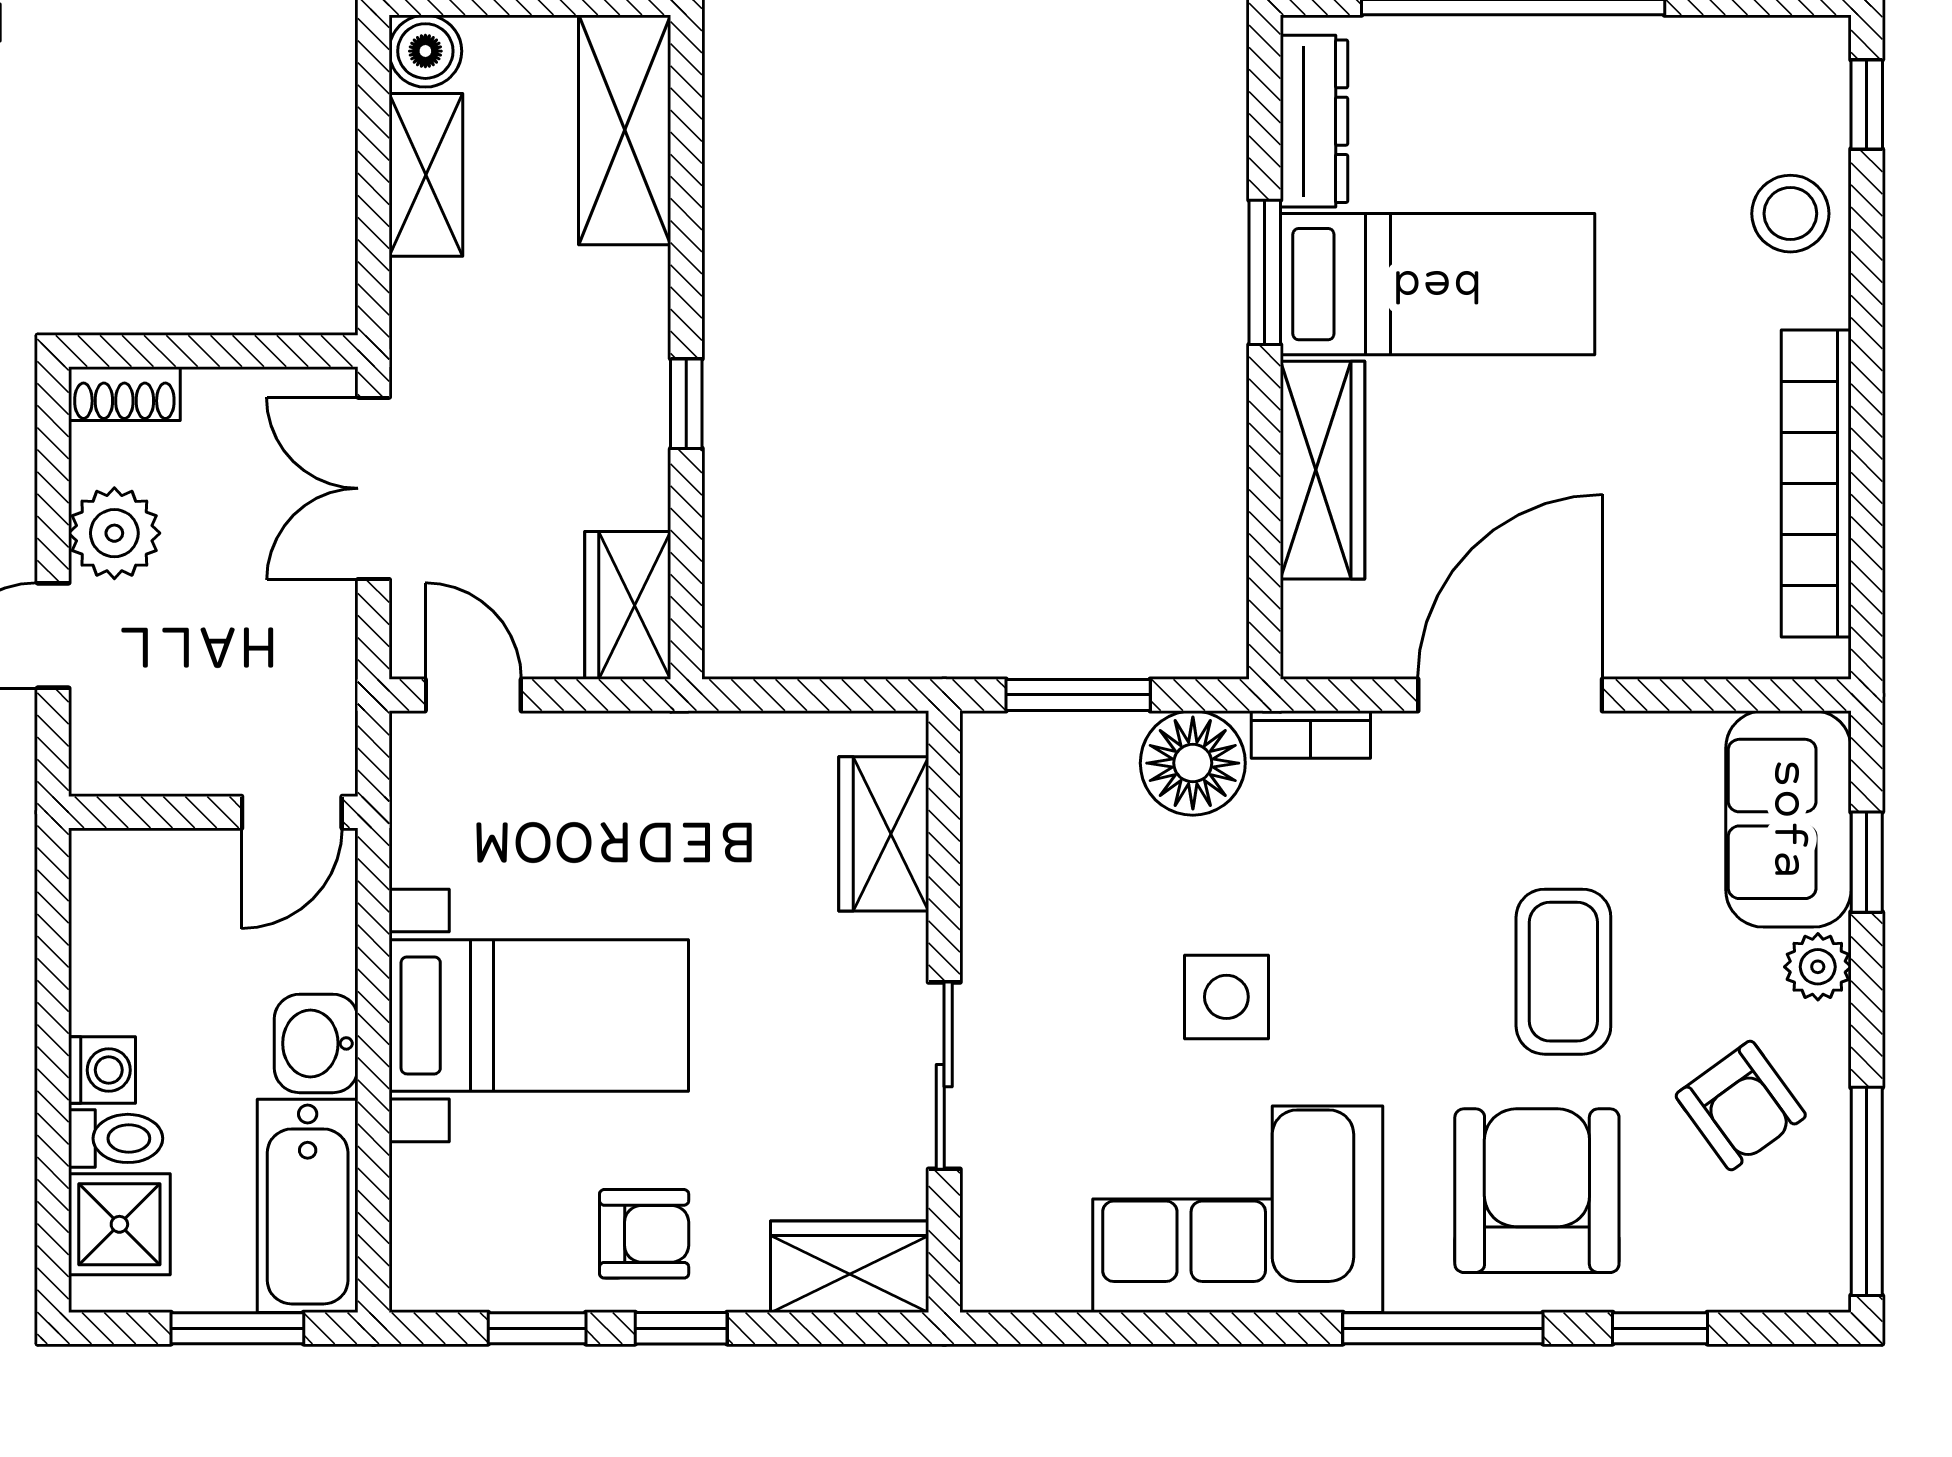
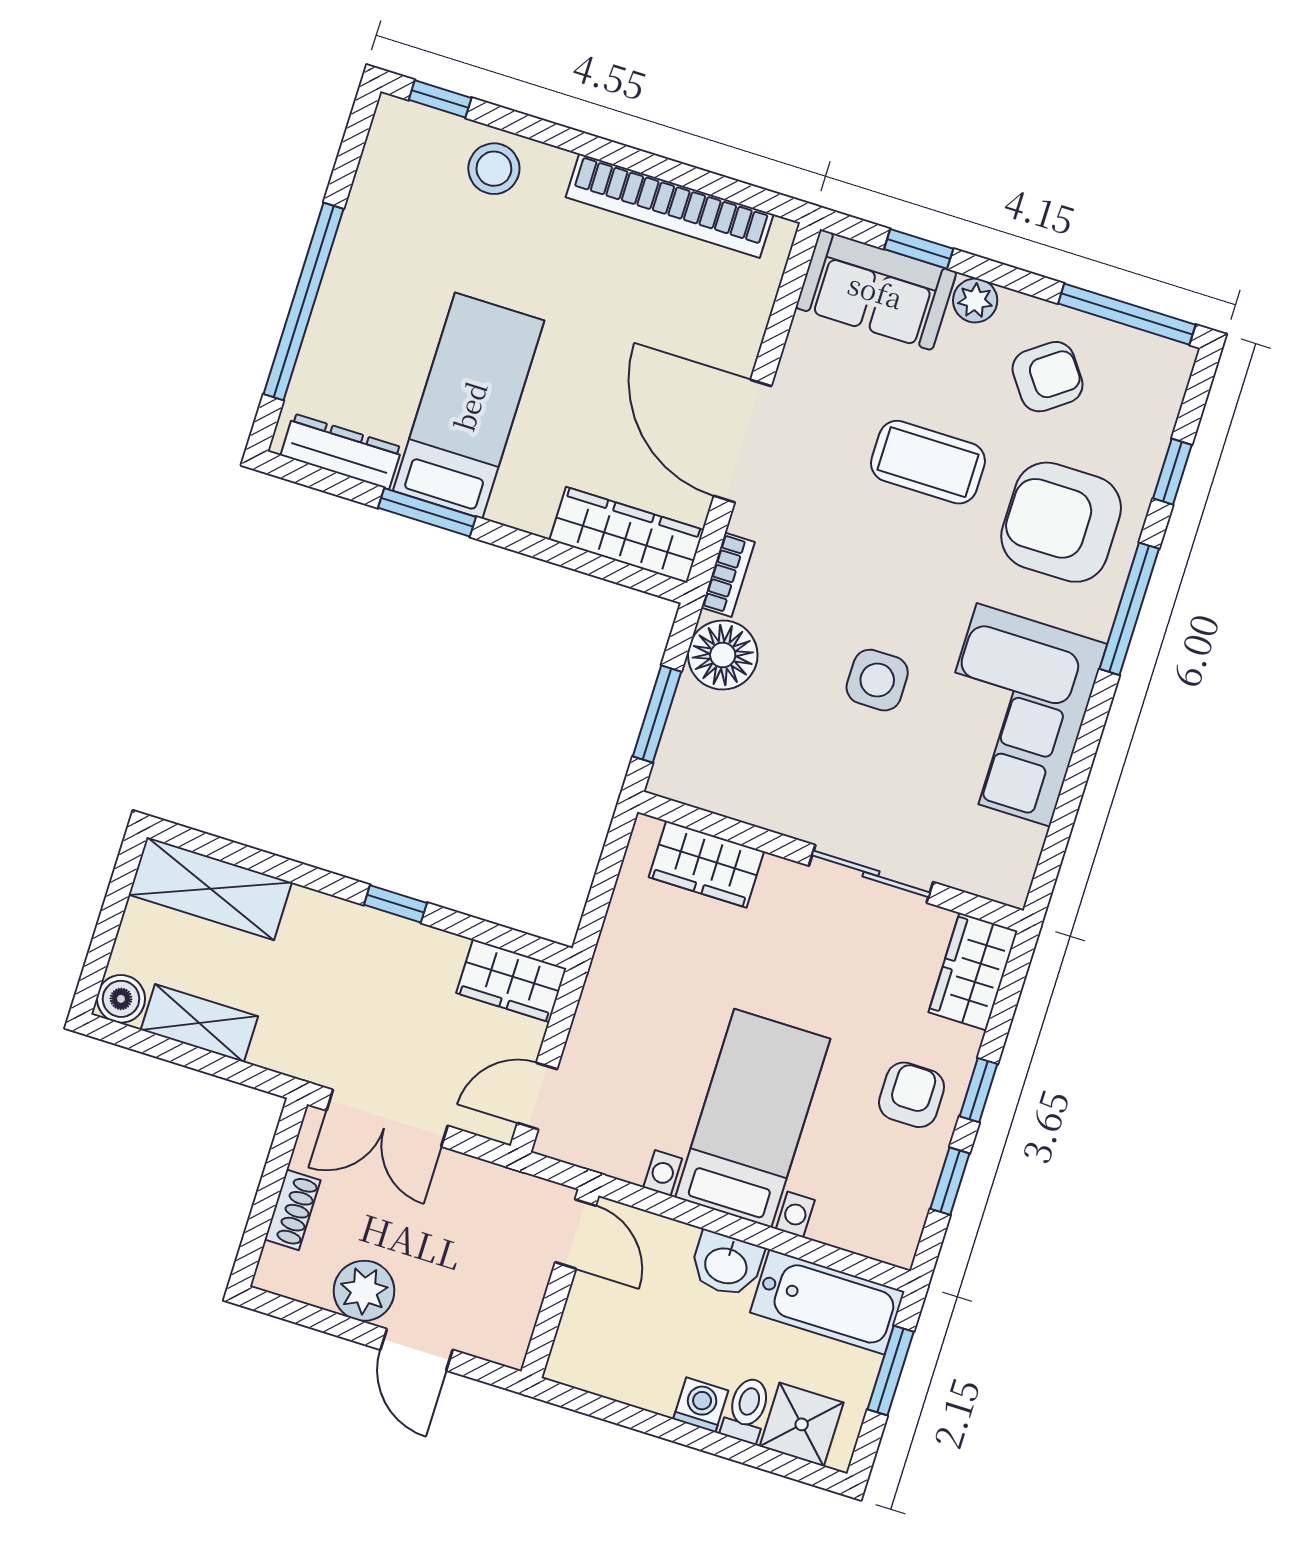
shoe rack: (124, 394) -> (293, 1210), moved
wardrobe: (1323, 470) -> (627, 535), moved

